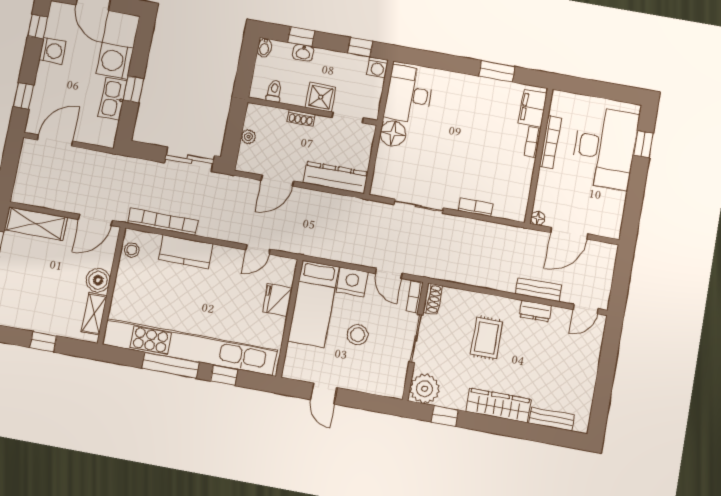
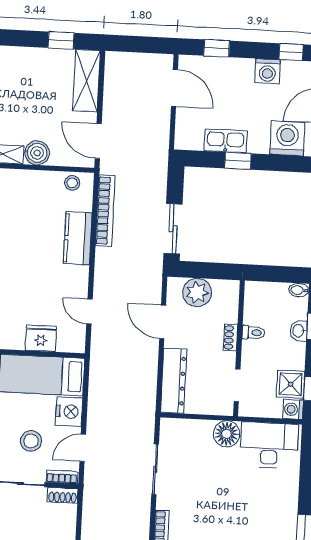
washing machine: (115, 61) -> (287, 138), moved
toilet: (274, 91) -> (253, 333), moved
shower: (321, 97) -> (291, 384), moved
plant: (248, 137) -> (197, 292), width x1.87, depth x1.87
stool: (358, 335) -> (31, 441), moved

